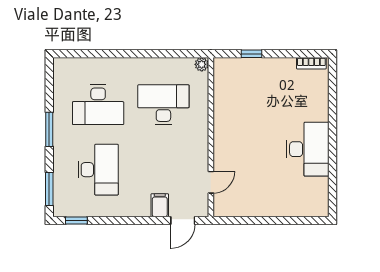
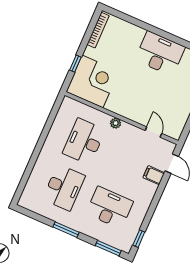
bookcase: (311, 63) -> (98, 30), width x1.56
plant: (202, 64) -> (116, 123), moved
corner desk: (239, 84) -> (93, 81), added

